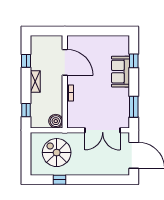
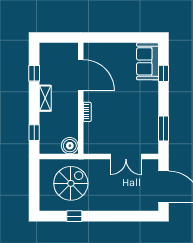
sofa: (121, 72) -> (148, 61), moved
double door: (103, 130) -> (126, 157), width x0.73
spiral stairs: (57, 153) -> (71, 183), turned 90

